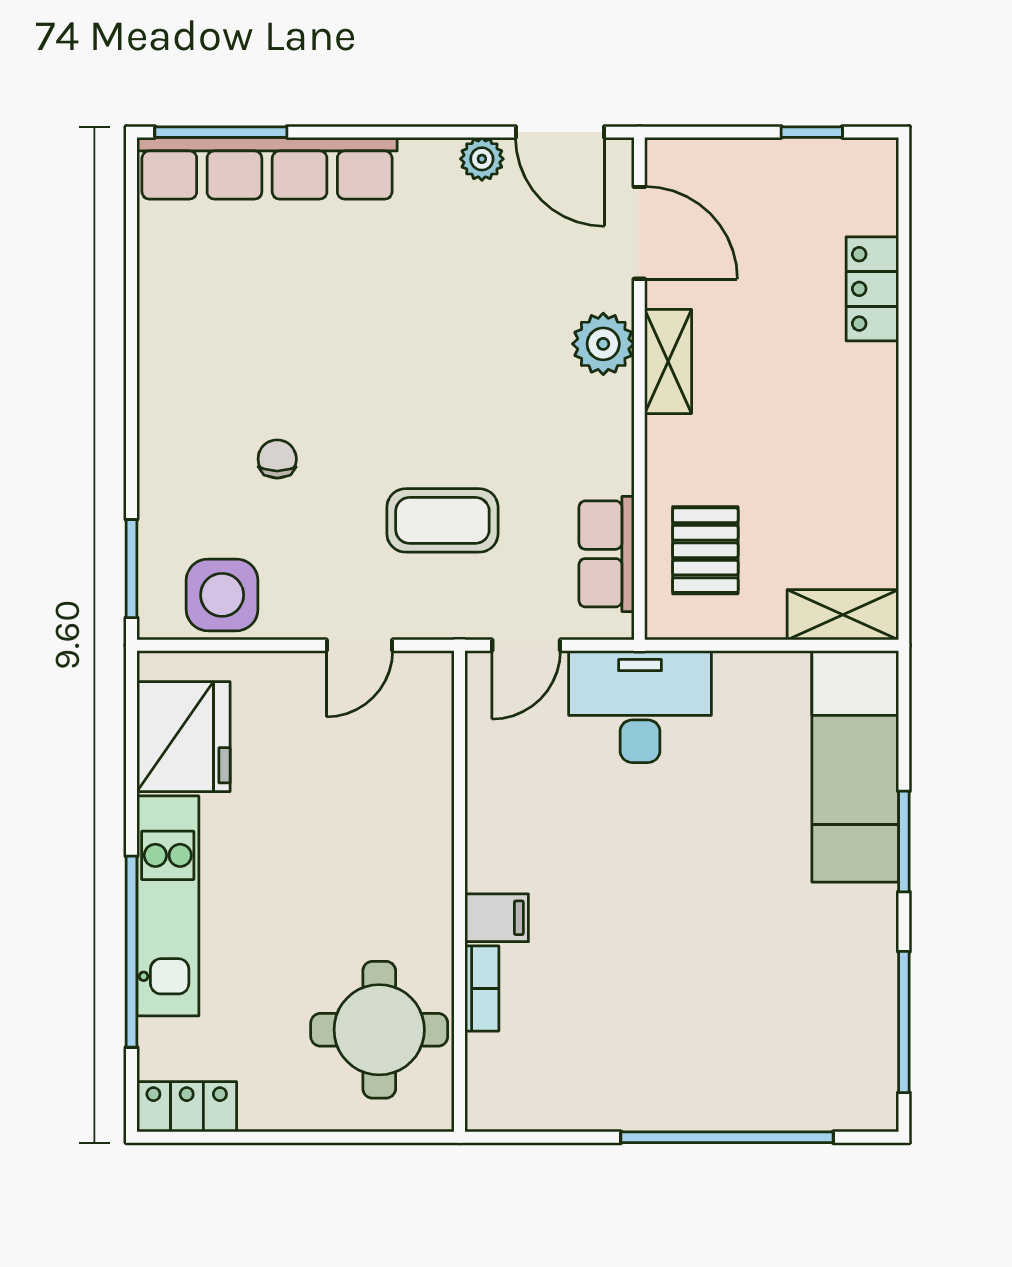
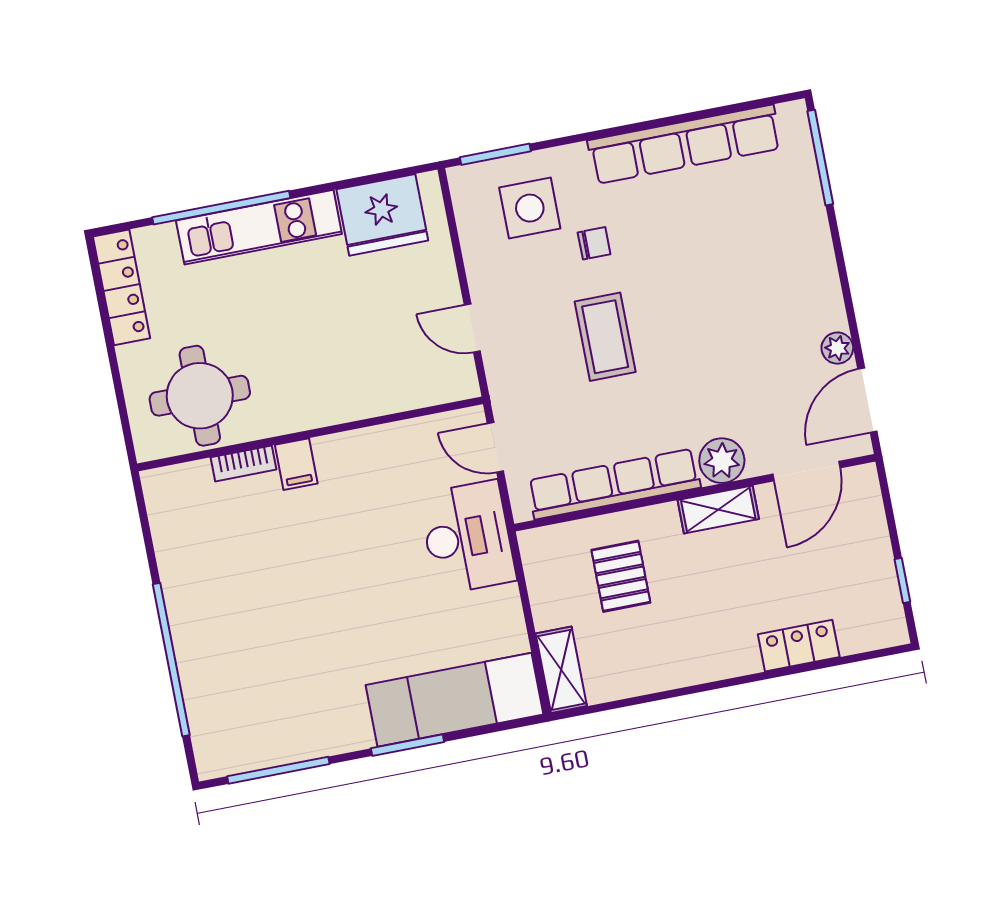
row of seats: (267, 168) -> (684, 144), moved, turned -90
coffee table: (442, 520) -> (605, 337), moved
pallet: (705, 550) -> (621, 576), moved, turned 90
row of seats: (607, 554) -> (614, 484), width x2.02
side table: (222, 595) -> (530, 208), moved
locker: (187, 1107) -> (122, 287), width x1.53

